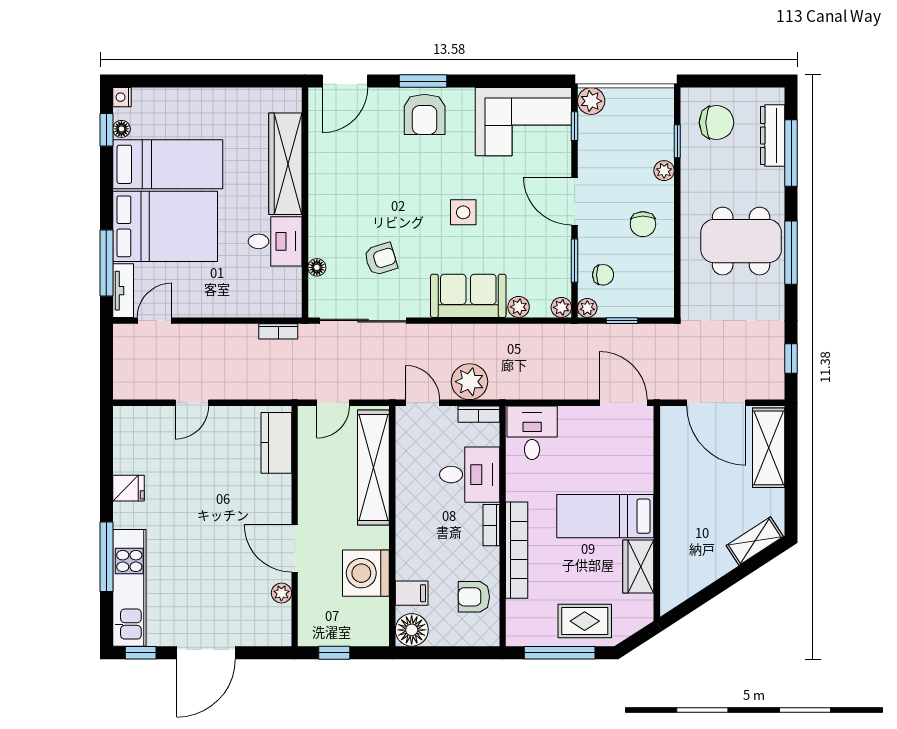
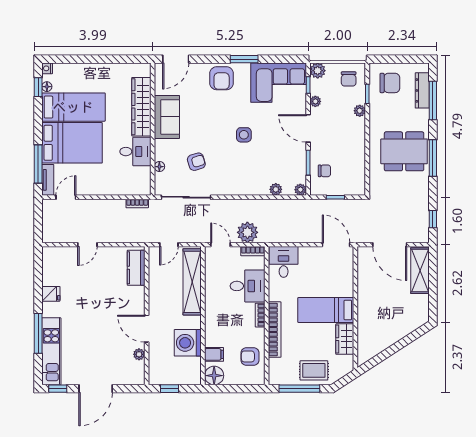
window: (423, 81) -> (244, 59), moved
chair: (643, 224) -> (349, 79), moved
sofa: (468, 296) -> (167, 117), moved, turned 90
plant: (587, 308) -> (315, 101), moved
shelving: (755, 541) -> (412, 324), removed

